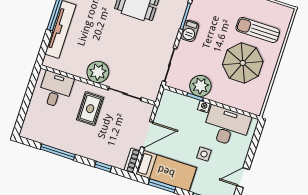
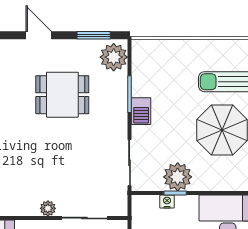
plant: (98, 72) -> (48, 208), width x0.53, depth x0.53
nightstand: (204, 107) -> (167, 202), moved

